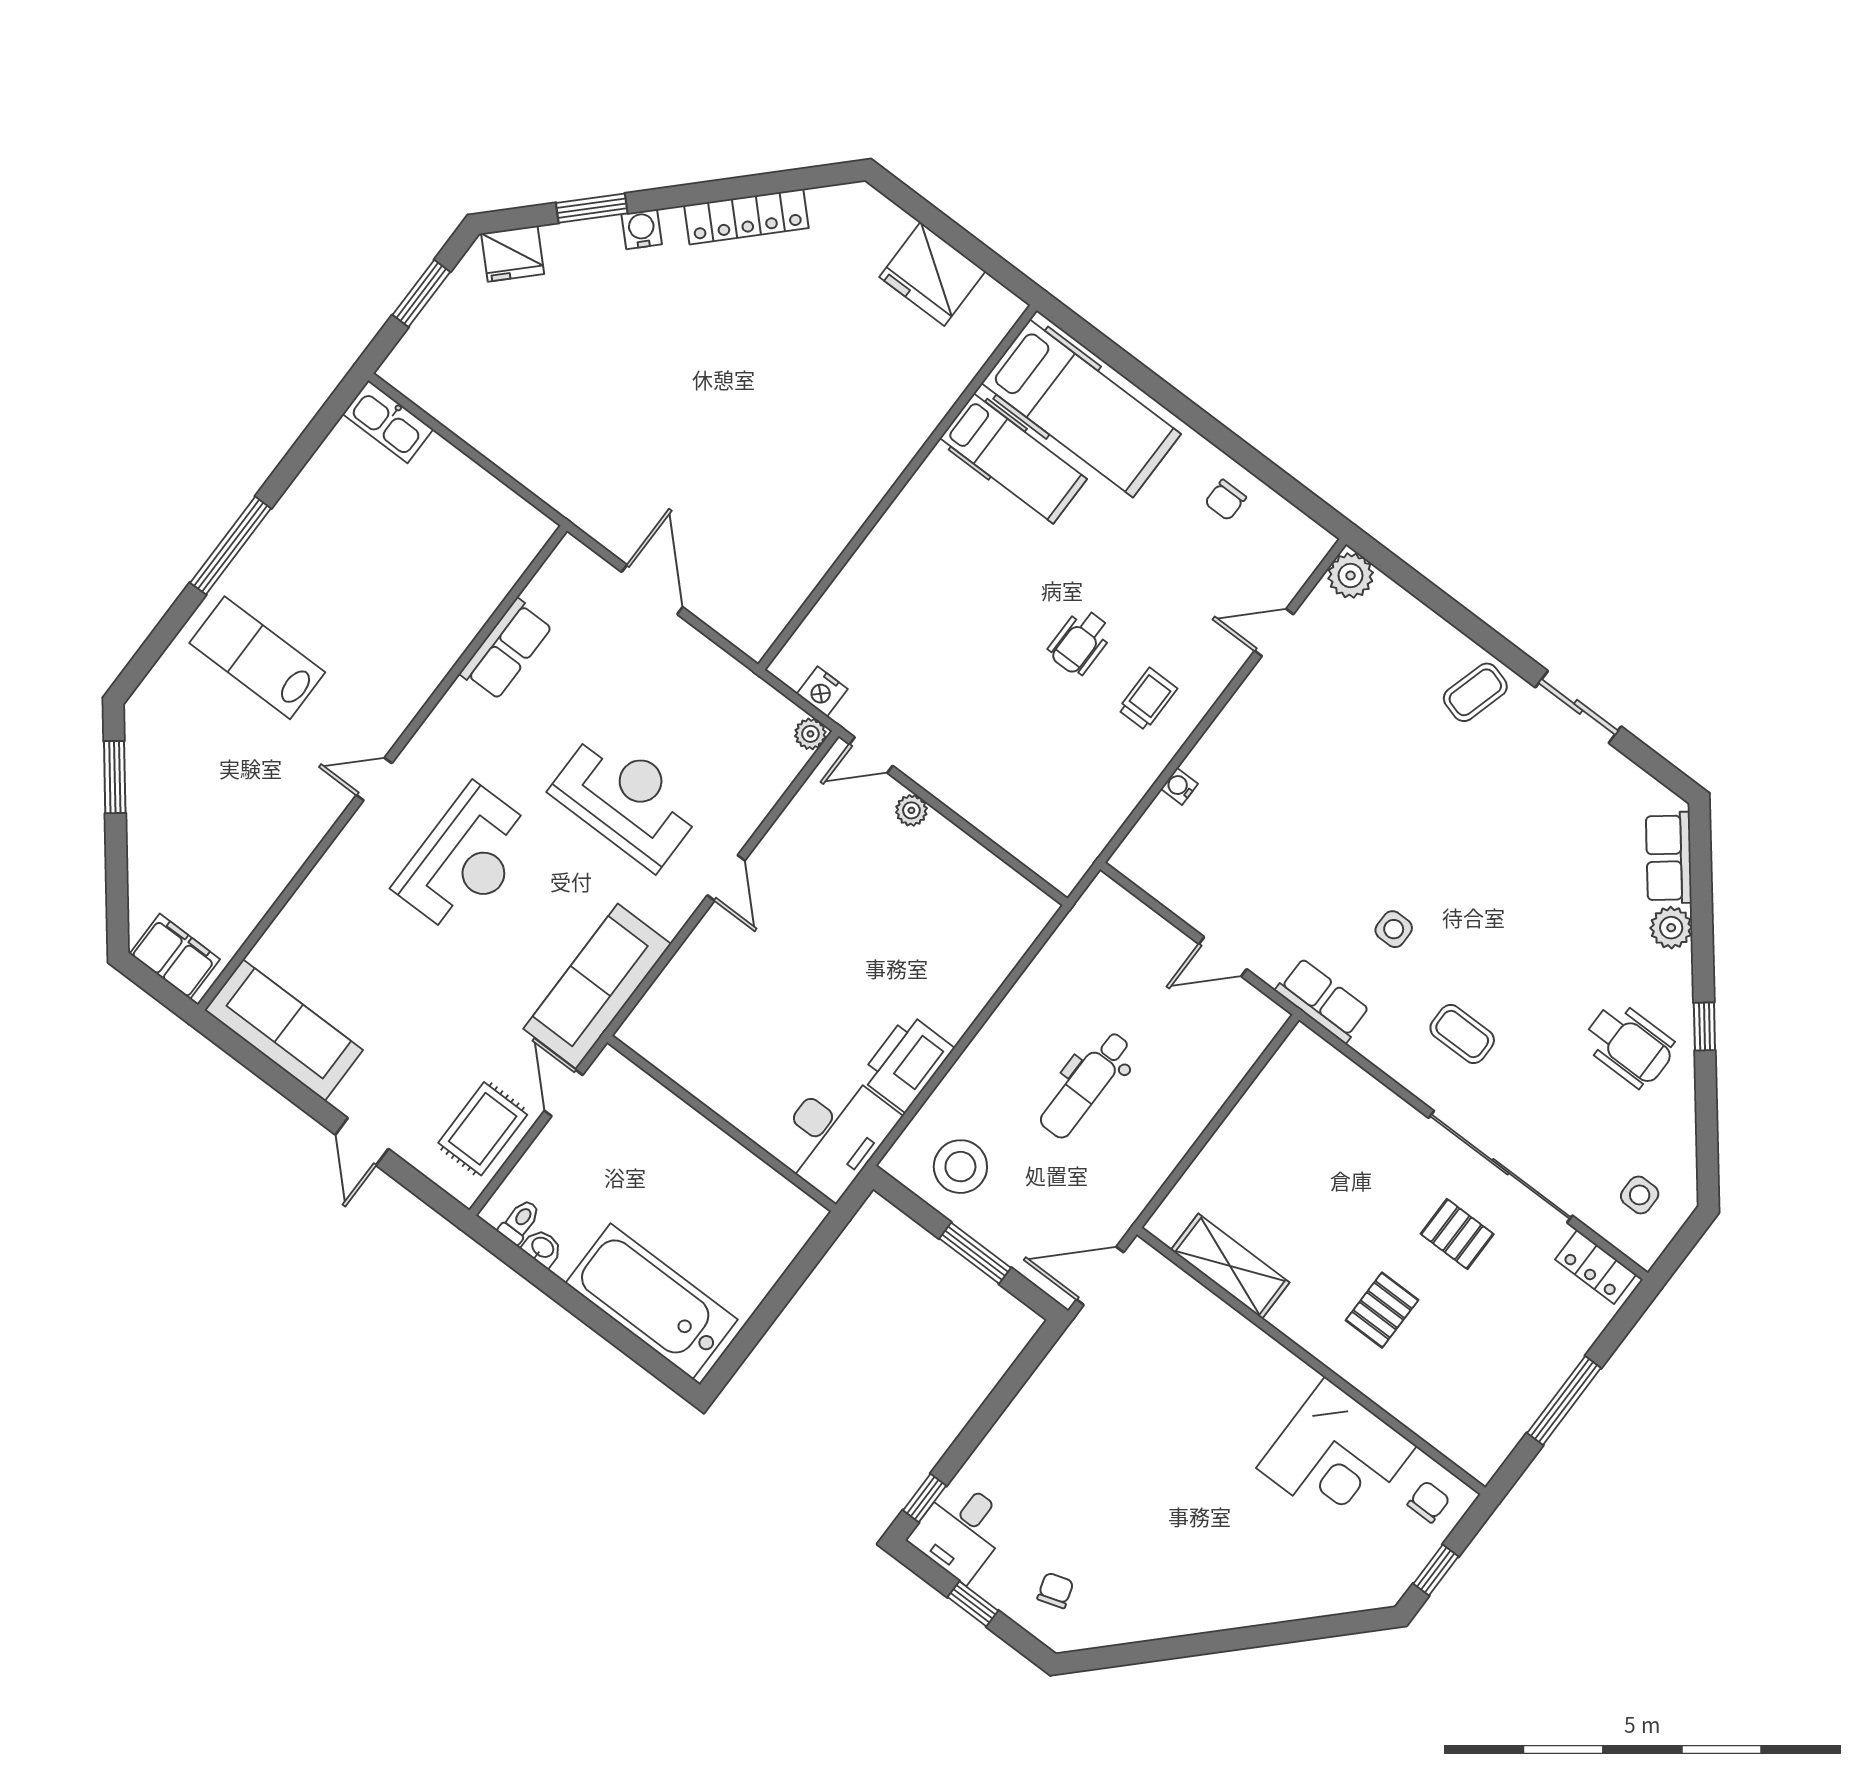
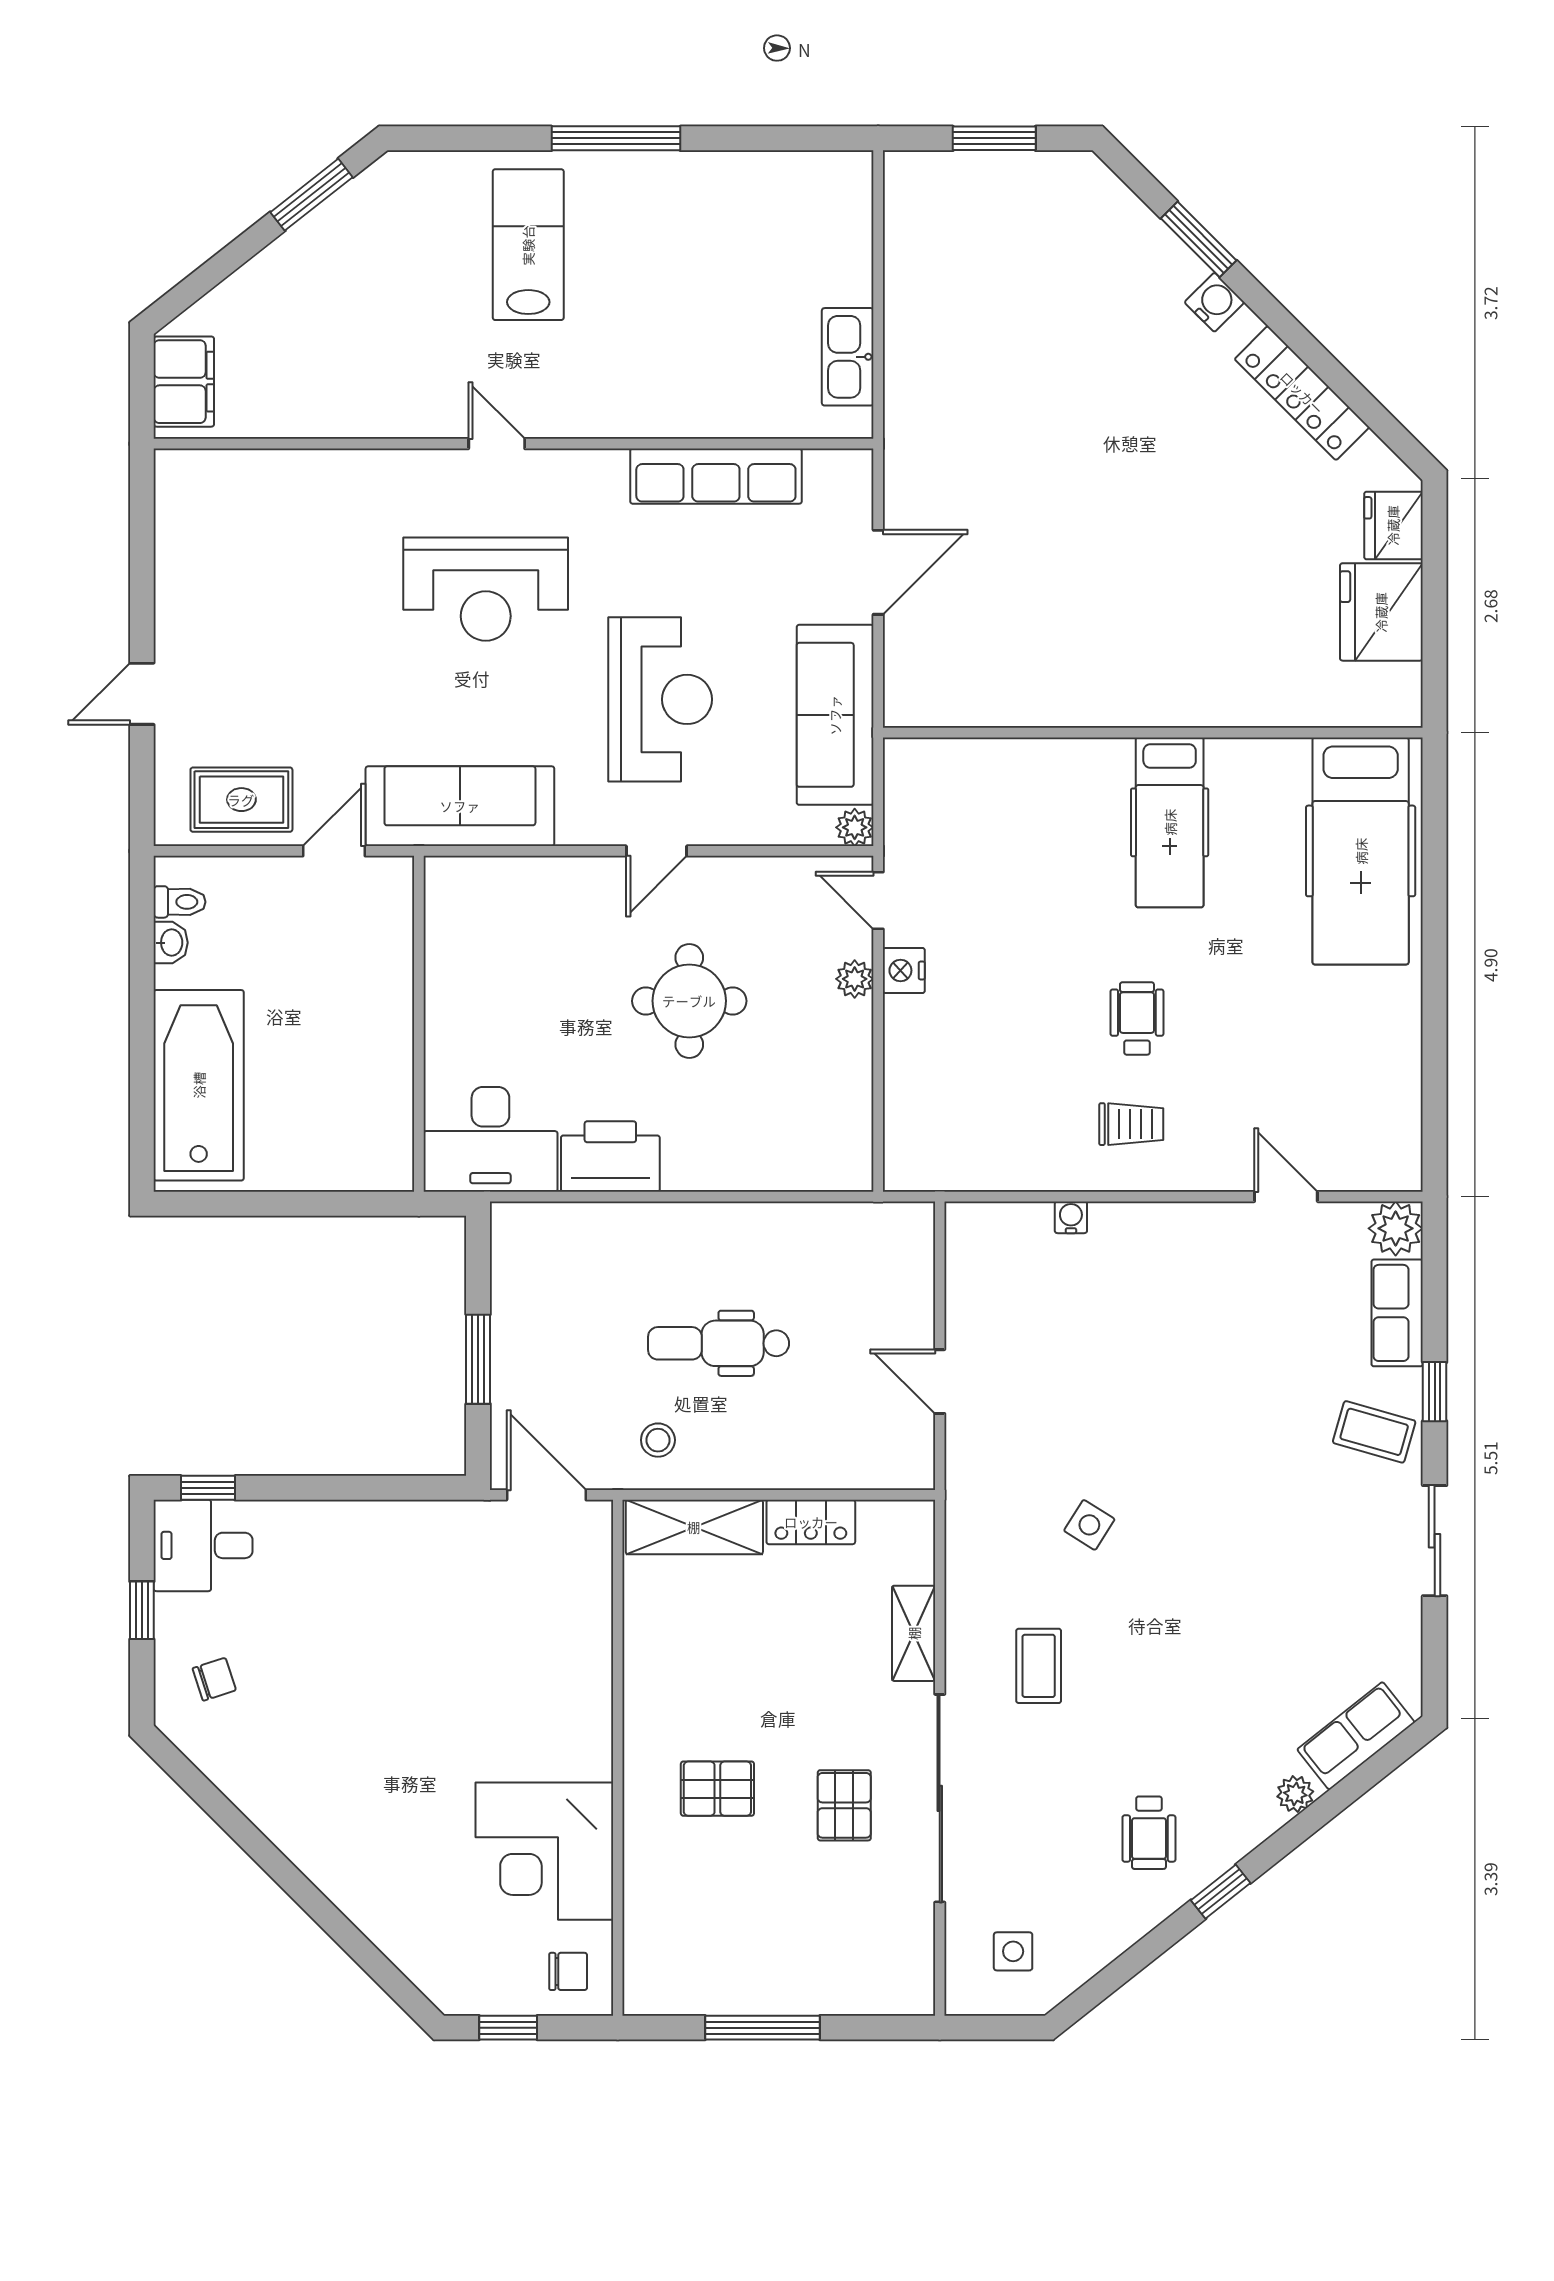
fridge: (513, 254) -> (1393, 525), moved, turned 45
kitchen sink: (388, 422) -> (848, 357), moved
hospital bed: (1013, 458) -> (1170, 822), moved
chair: (1225, 500) -> (1377, 1055), removed
window: (1479, 632) -> (1435, 1392), added
wheelchair: (1080, 642) -> (1137, 1018), turned 90
row of seats: (506, 649) -> (716, 476), width x1.48
nightstand: (822, 691) -> (904, 970), moved
plant: (1671, 928) -> (1295, 1794), width x0.73, depth x0.73
side table: (1394, 929) -> (1089, 1525), turned 32
round table: (843, 932) -> (689, 1001), added
row of seats: (1323, 1000) -> (1397, 1313), moved, turned 180
sofa: (284, 1030) -> (835, 715), moved, turned 180
wheelchair: (1629, 1045) -> (1149, 1833), width x0.73, depth x0.73
shelving: (1377, 1101) -> (914, 1633), added
stool: (960, 1167) -> (658, 1440), moved, width x0.53, depth x0.53
shelving: (1230, 1266) -> (694, 1527), moved, turned 90
locker: (1596, 1267) -> (811, 1522), moved, turned -90

